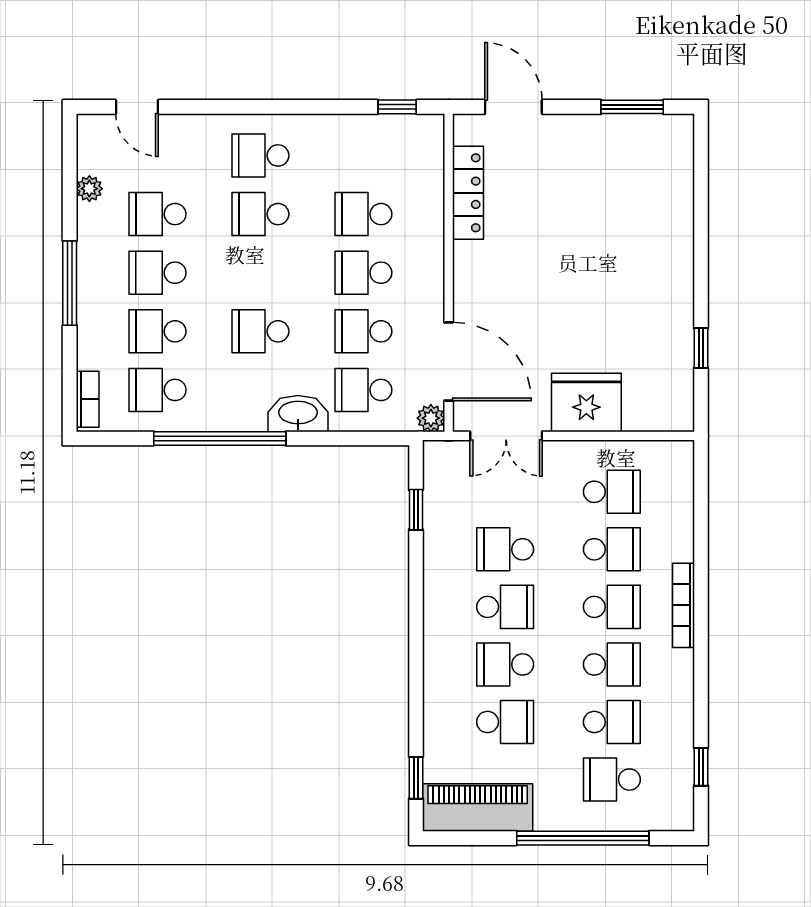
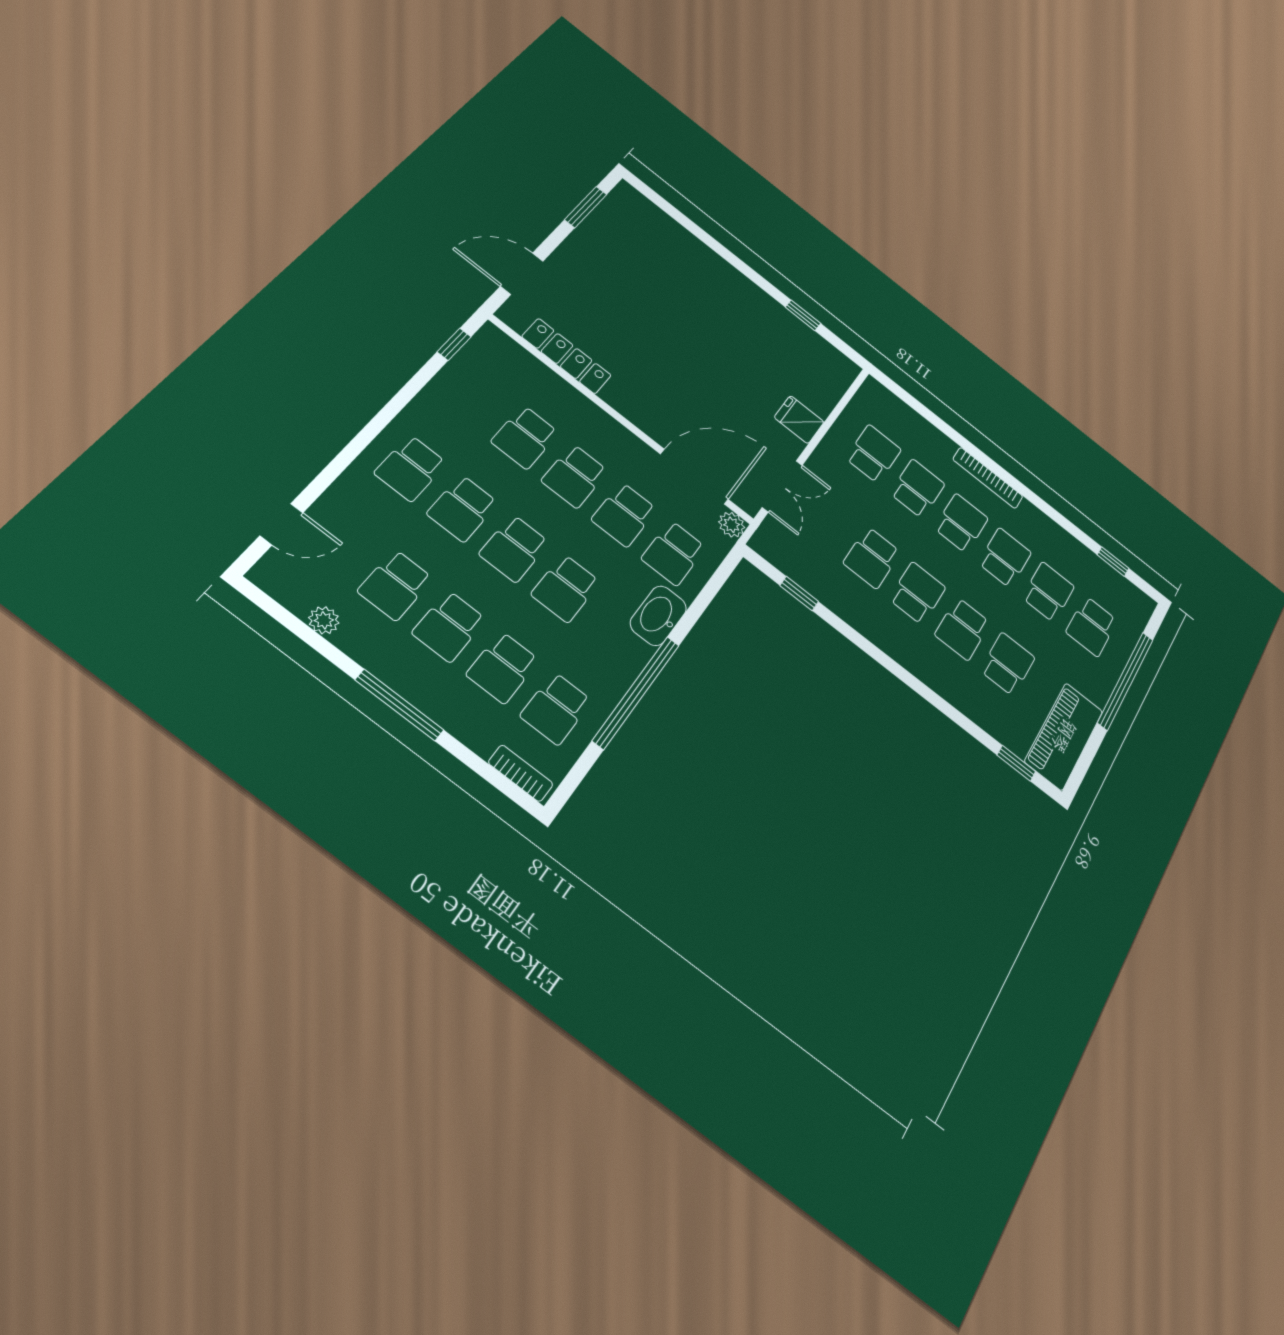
school desk: (260, 273) -> (514, 548), added
fridge: (586, 402) -> (799, 420), width x0.53, depth x0.75

